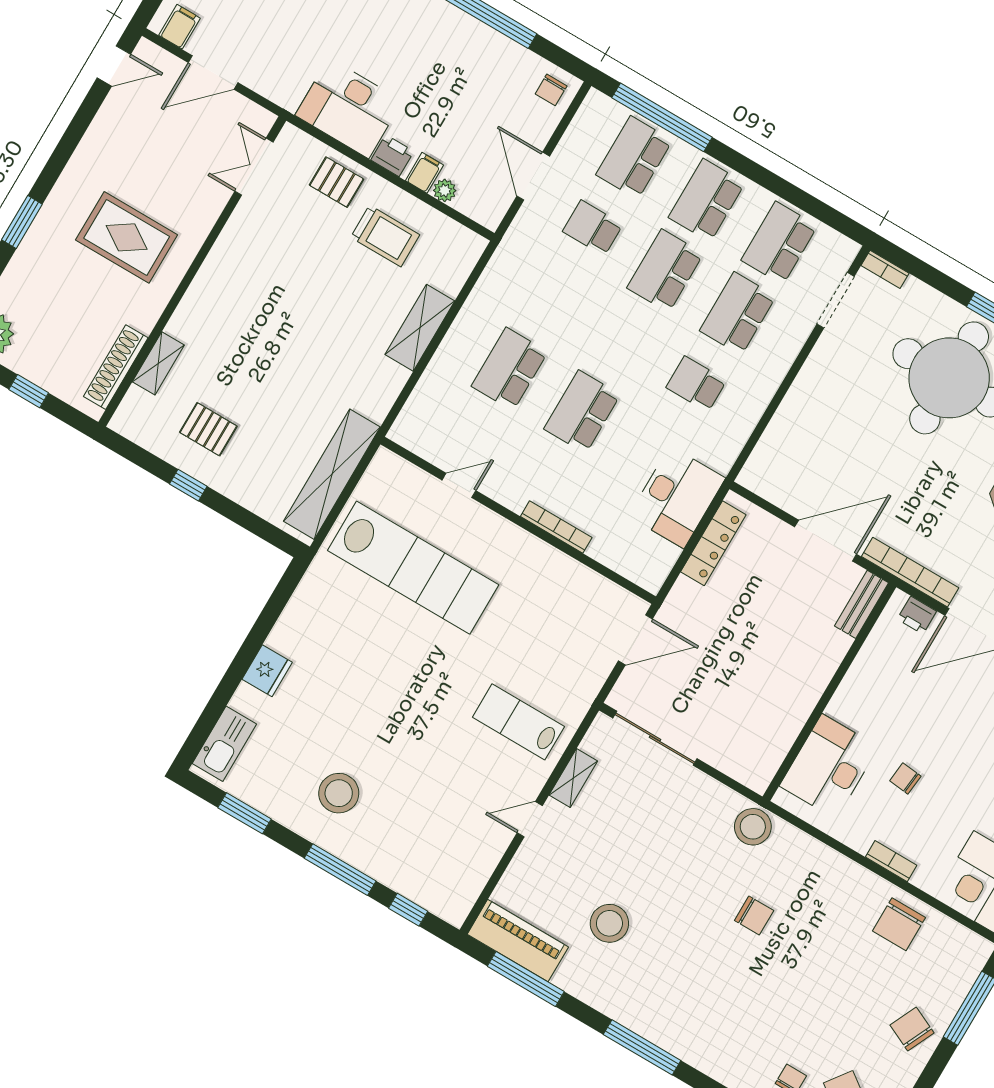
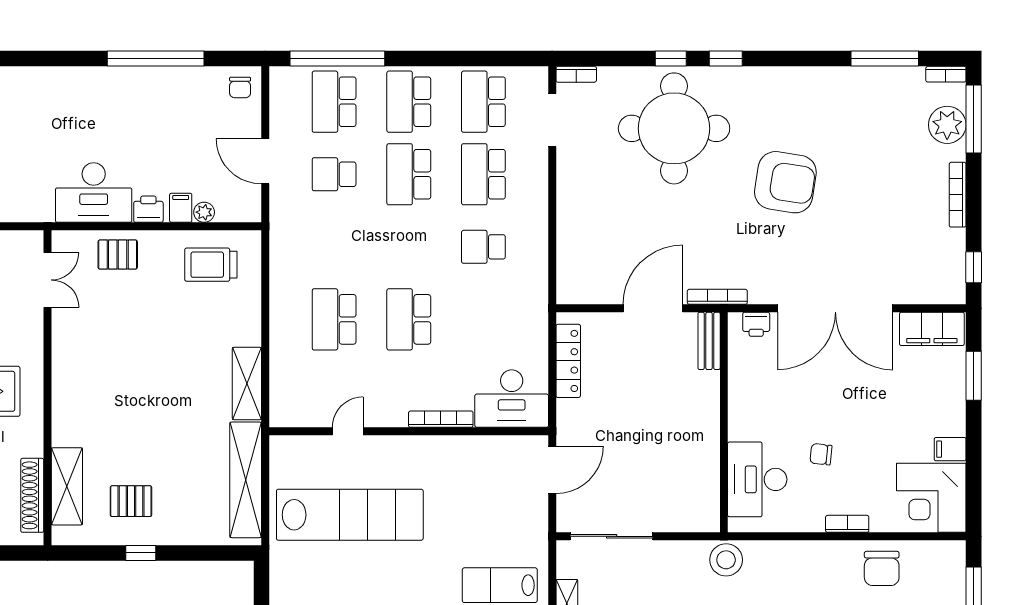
double door: (254, 167) -> (48, 280), swing flipped
trolley: (385, 236) -> (211, 265), moved, turned 180
shelving: (420, 328) -> (247, 384), moved
shelving: (158, 363) -> (67, 486), width x1.50, depth x1.33
desk: (677, 497) -> (512, 399), moved, turned 90
bookcase: (910, 572) -> (717, 297), width x0.68, depth x0.76

